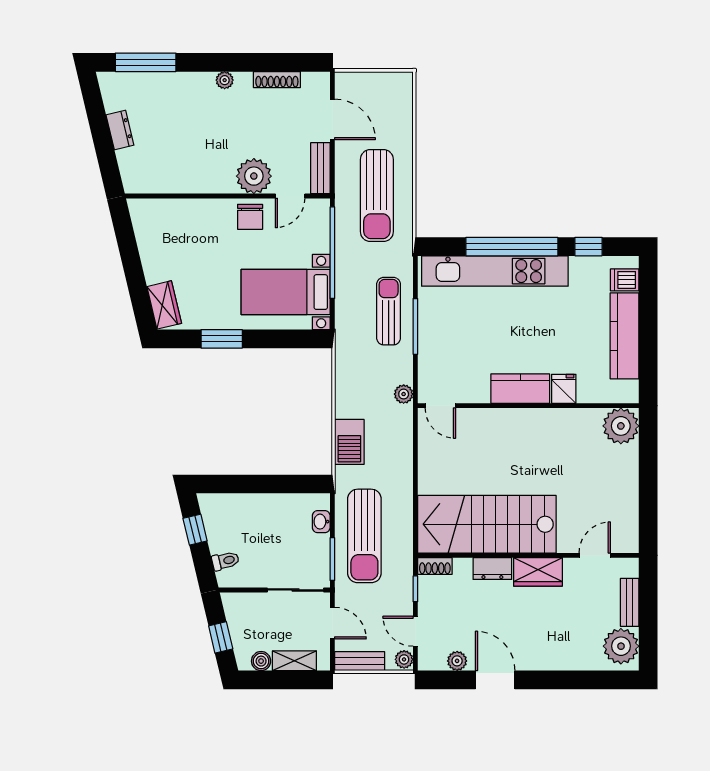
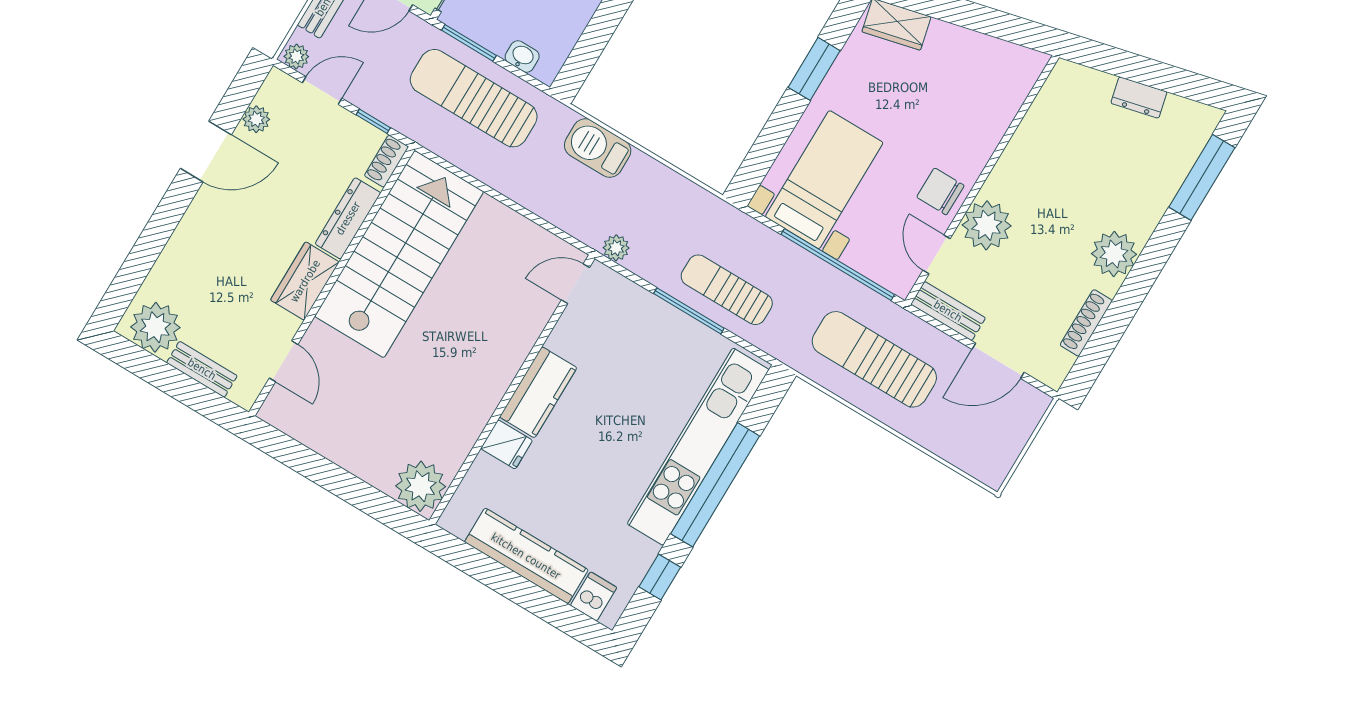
plant: (225, 80) -> (1114, 254), width x1.88, depth x1.88
sun lounger: (389, 311) -> (727, 290), turned 180
dresser: (492, 569) -> (348, 218), width x1.44

